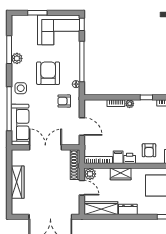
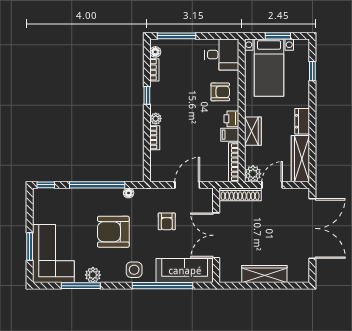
corner sofa: (59, 30) -> (53, 253), moved
armchair: (64, 101) -> (167, 221), moved

